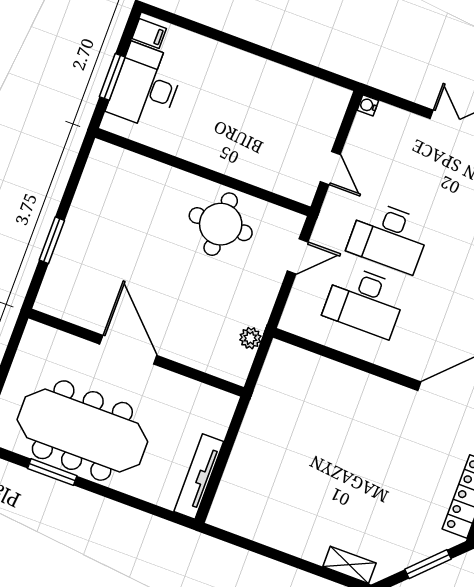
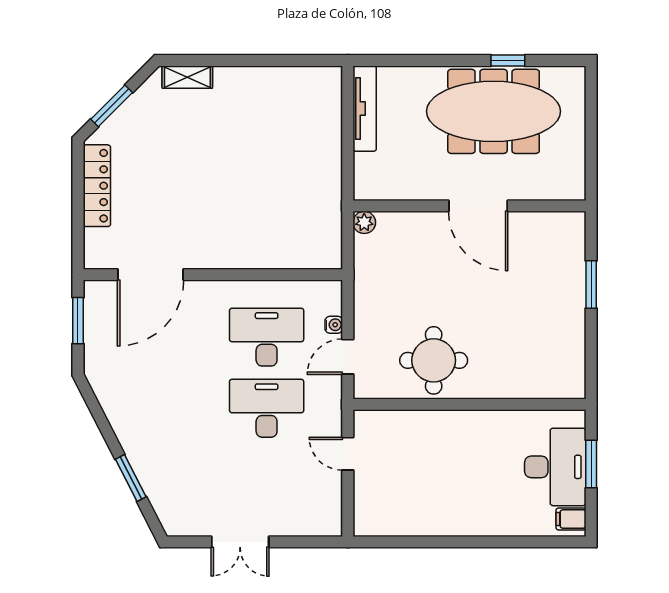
water cooler: (368, 105) -> (334, 325), moved
plant: (250, 338) -> (364, 222), moved
window: (52, 472) -> (508, 60), width x0.67

